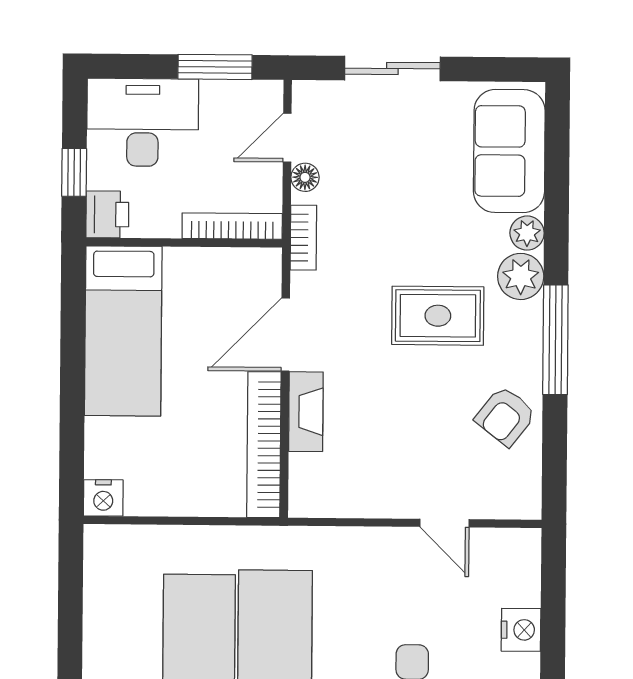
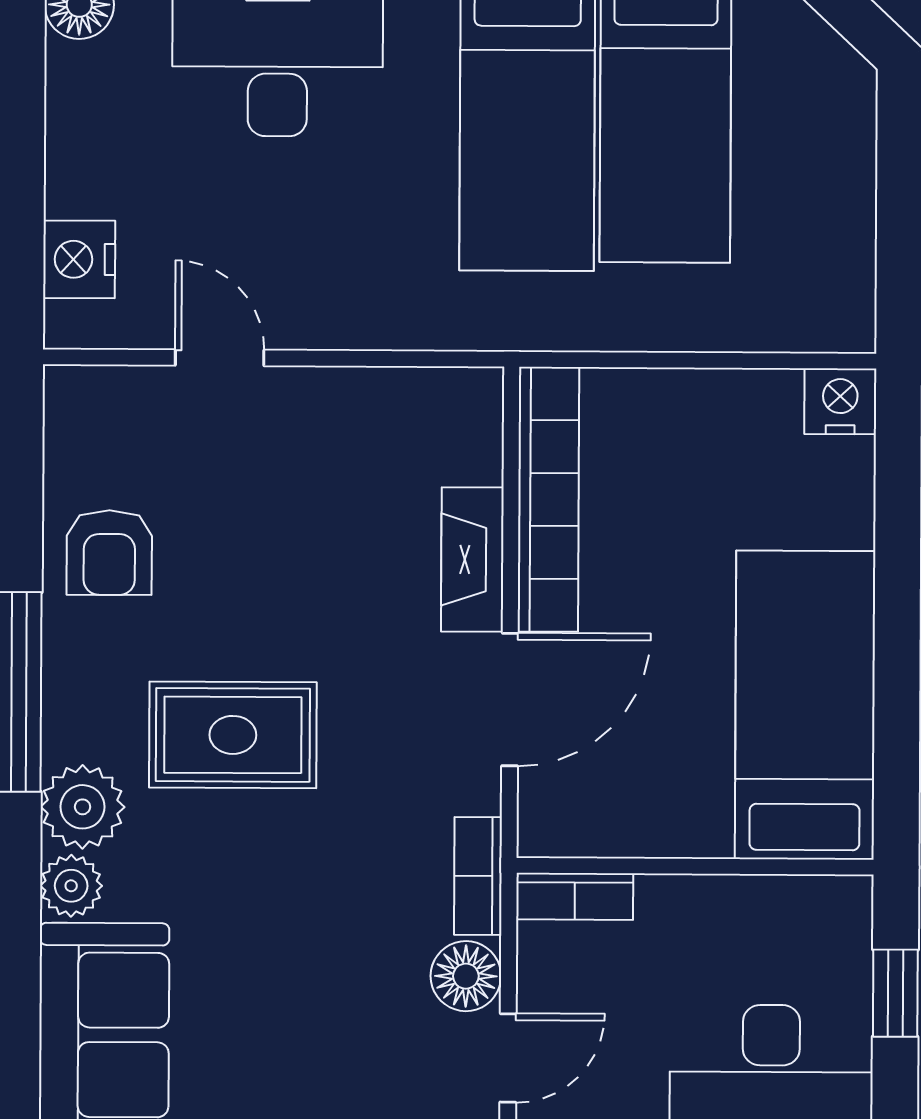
floor lamp: (305, 177) -> (466, 976), width x1.37, depth x1.37
printer: (107, 214) -> (835, 917), removed
bookcase: (232, 226) -> (575, 896), width x0.64
armchair: (505, 416) -> (109, 553), turned 142
nightstand: (521, 630) -> (79, 259), moved

